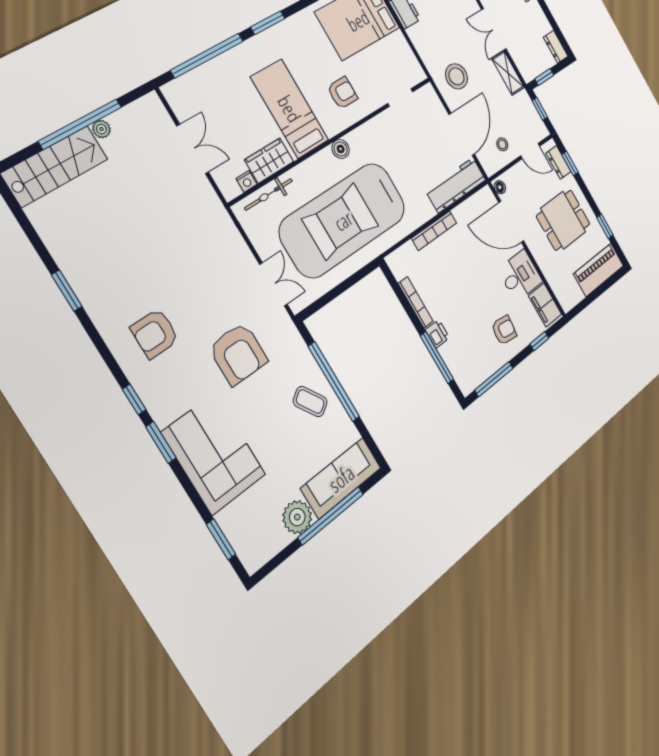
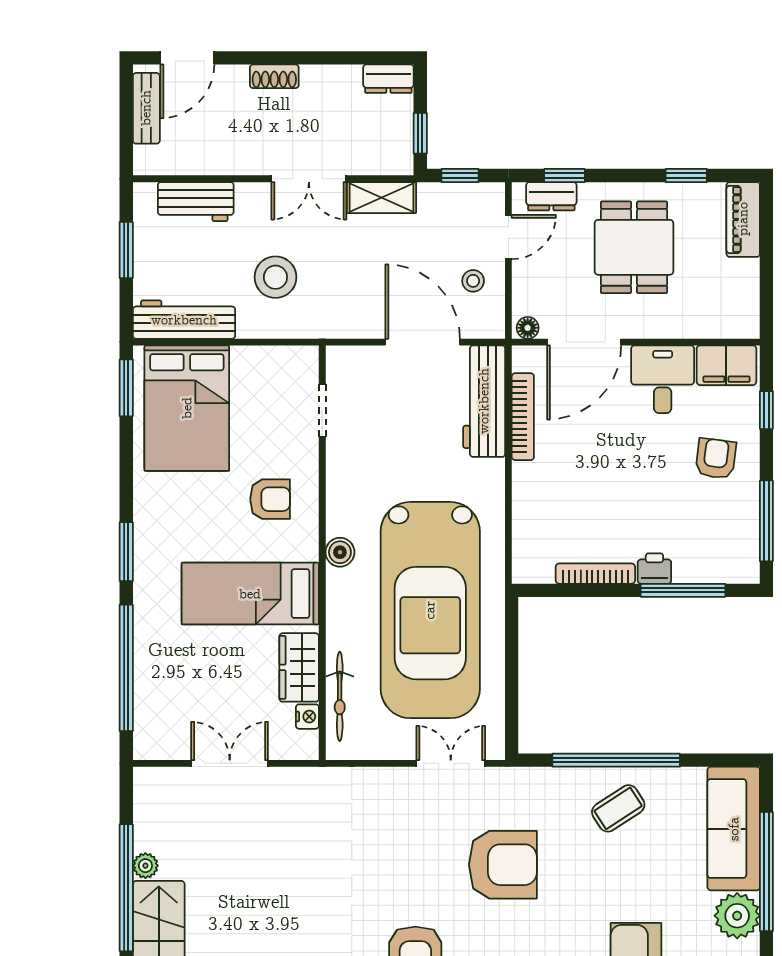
stool: (457, 76) -> (275, 277), moved
armchair: (342, 93) -> (270, 499), turned 90
bookcase: (434, 231) -> (523, 417), moved
piano: (599, 270) -> (743, 219), width x0.73, depth x0.75

